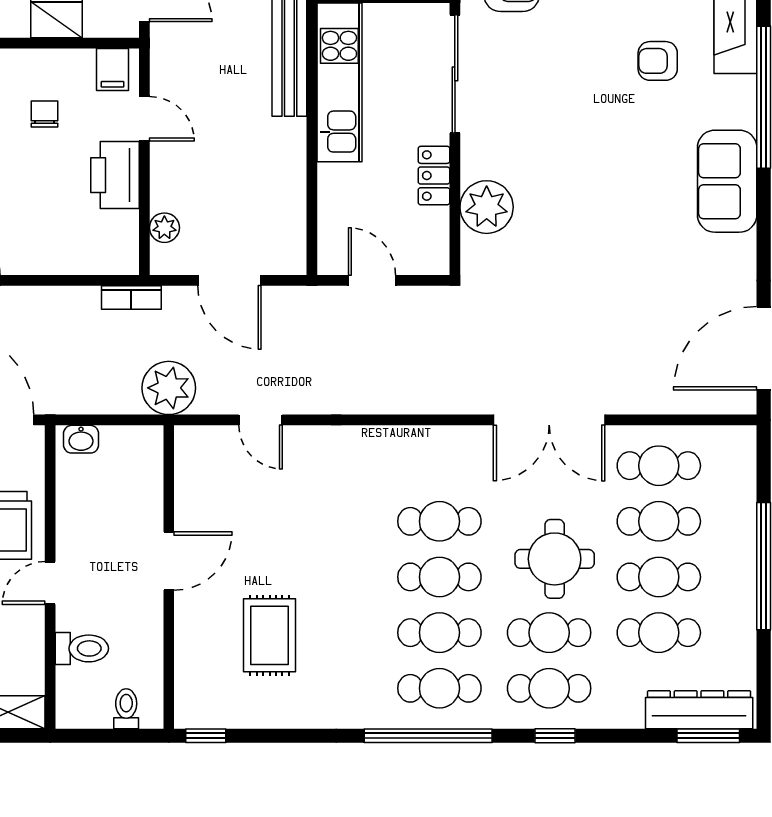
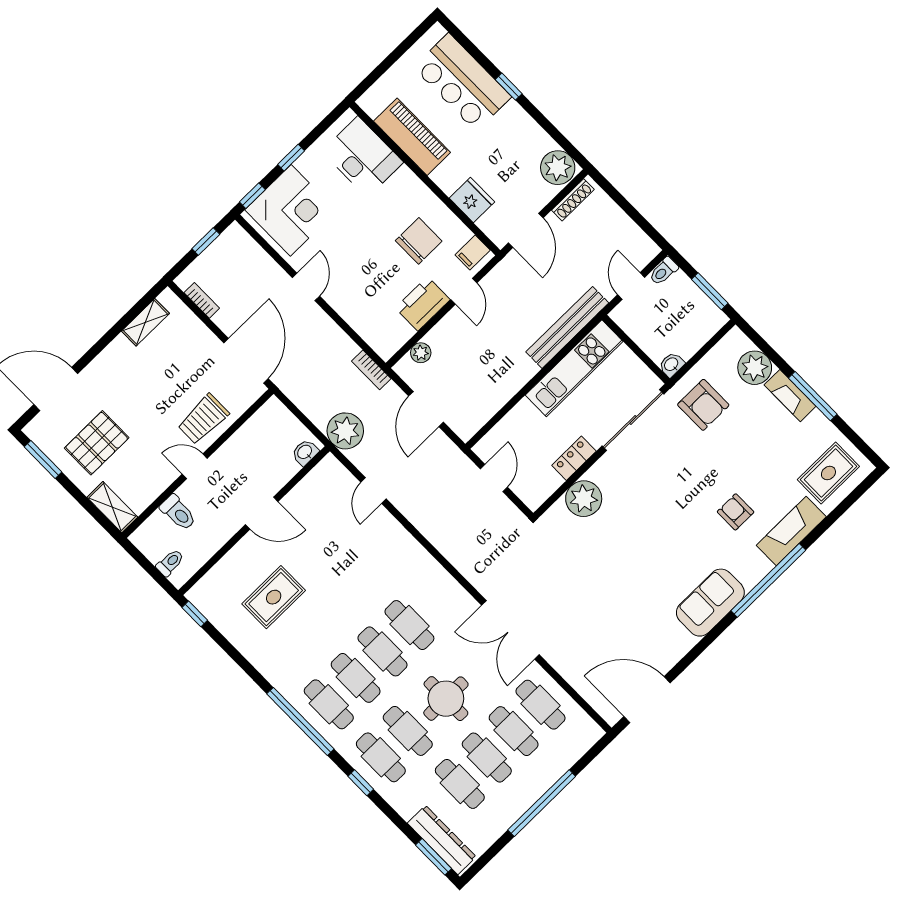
chair: (45, 114) -> (419, 241), width x1.87, depth x1.87
washbasin: (81, 439) -> (305, 452), moved, turned 90

